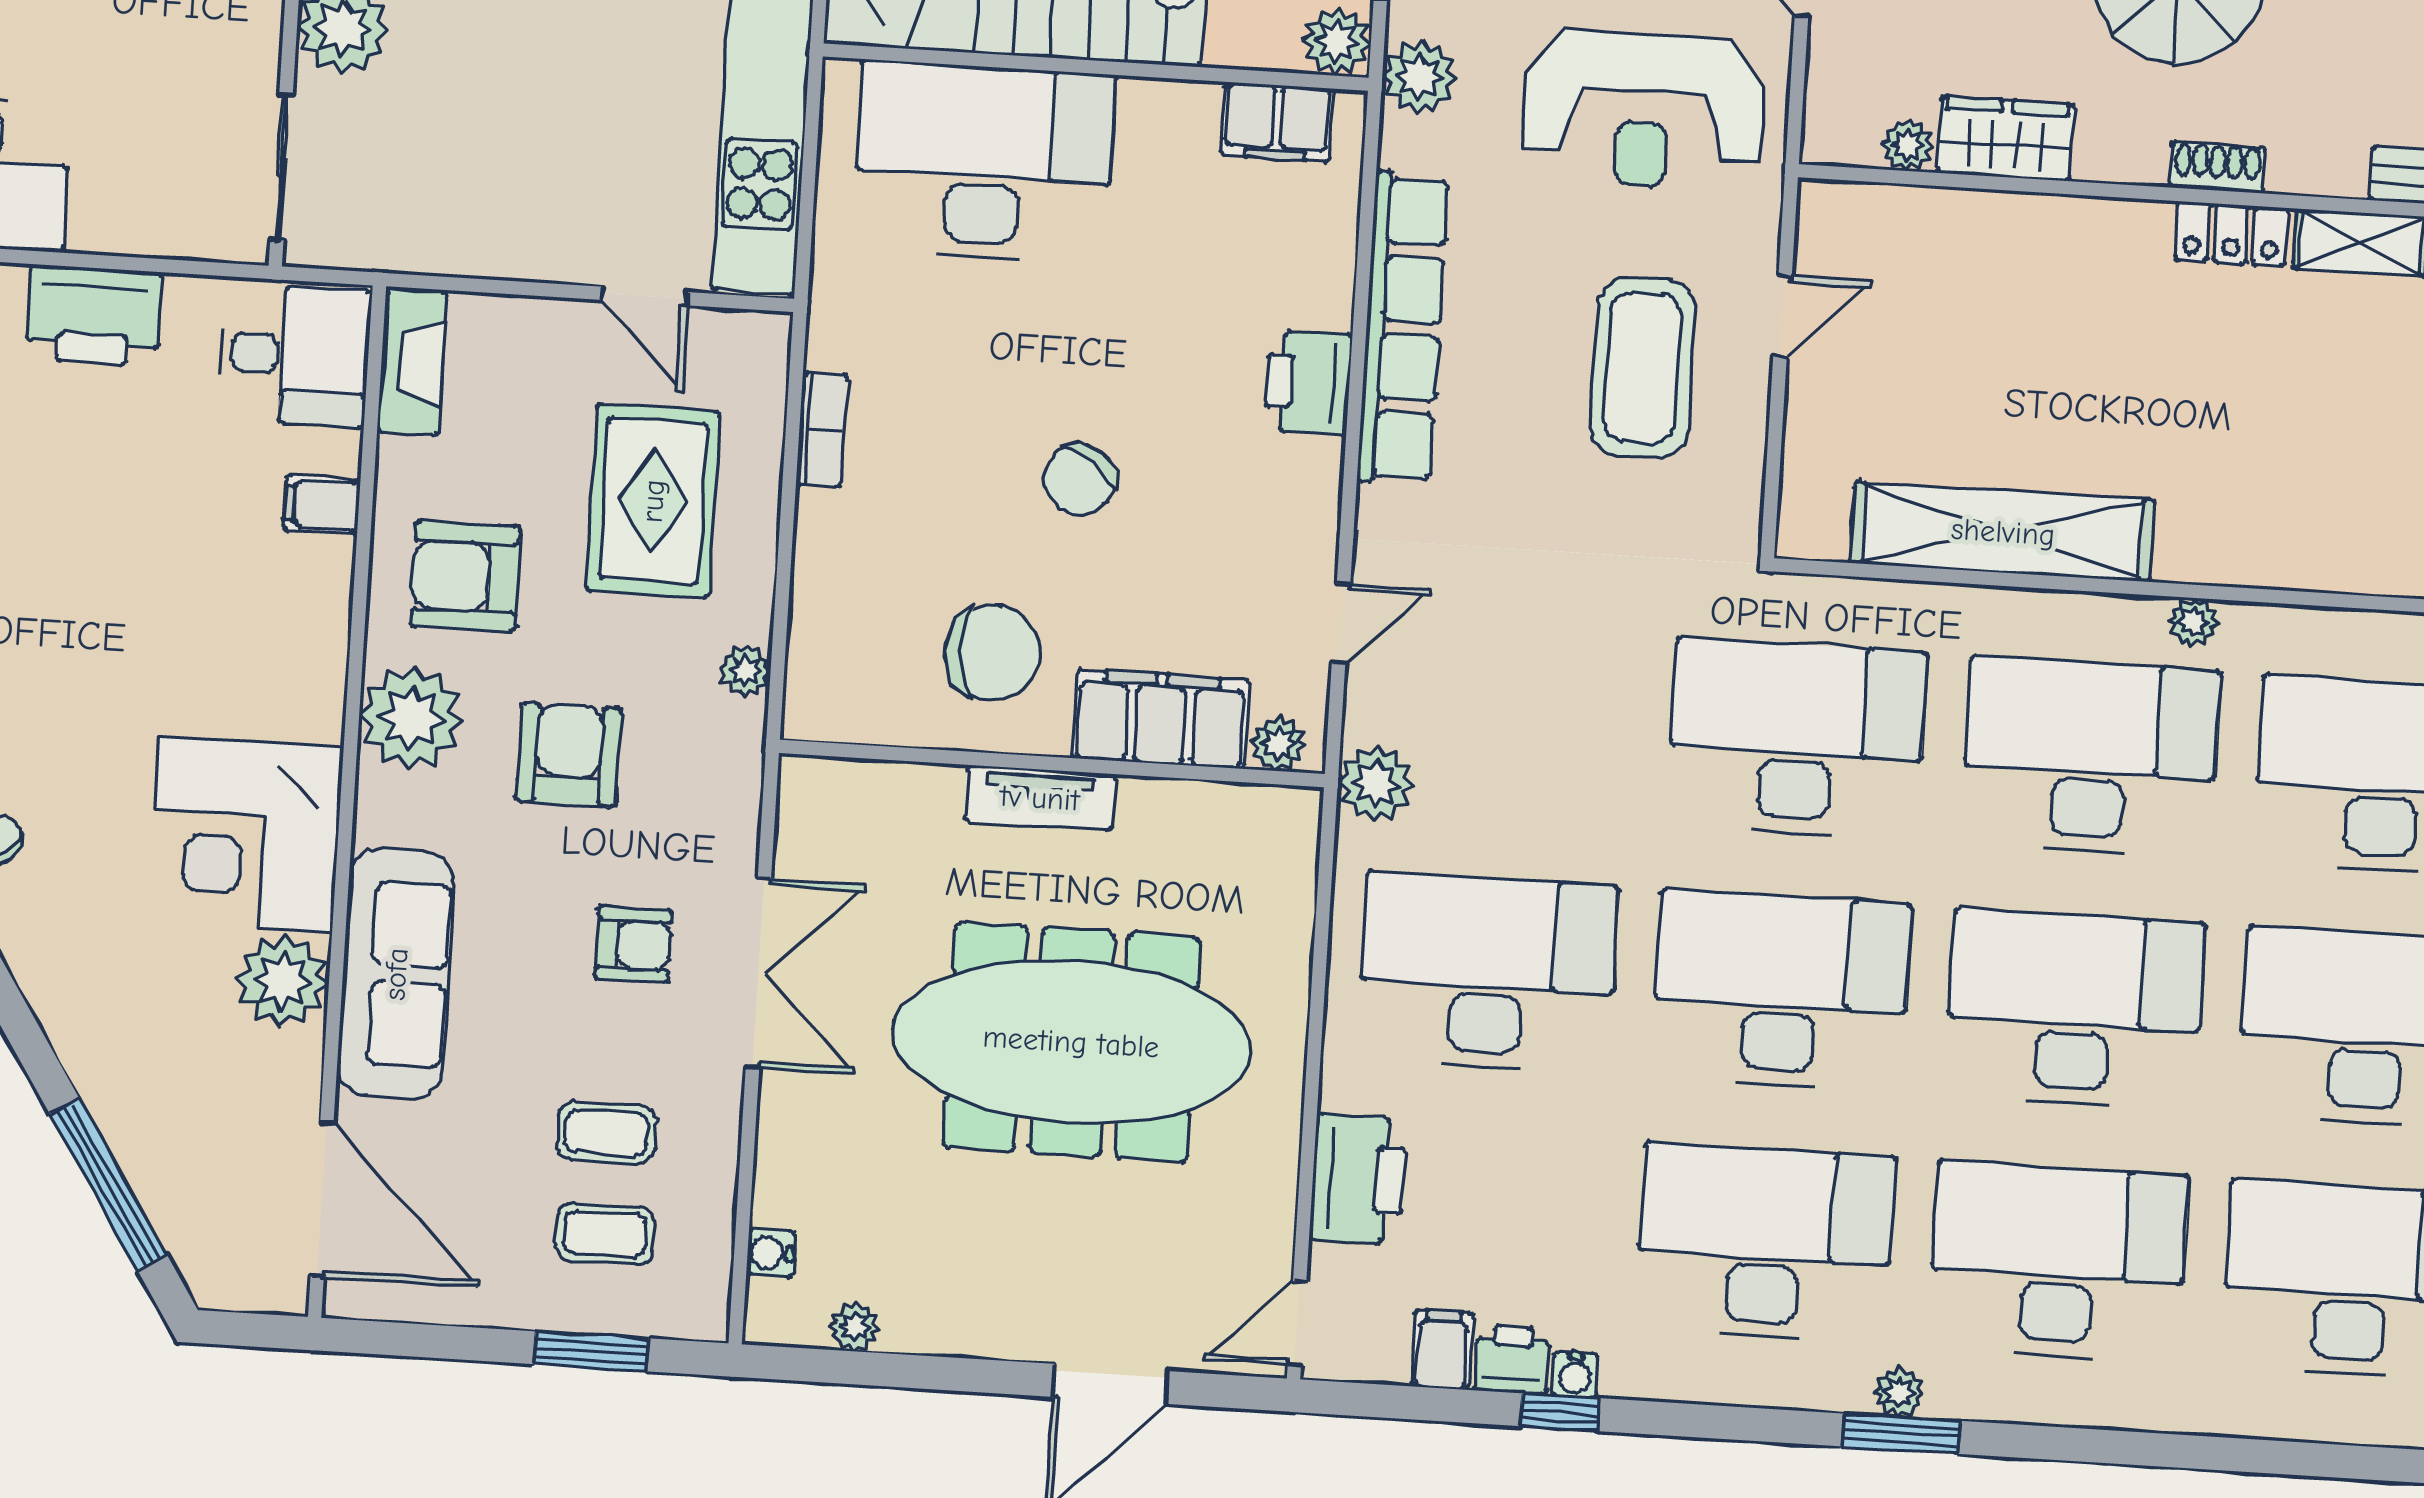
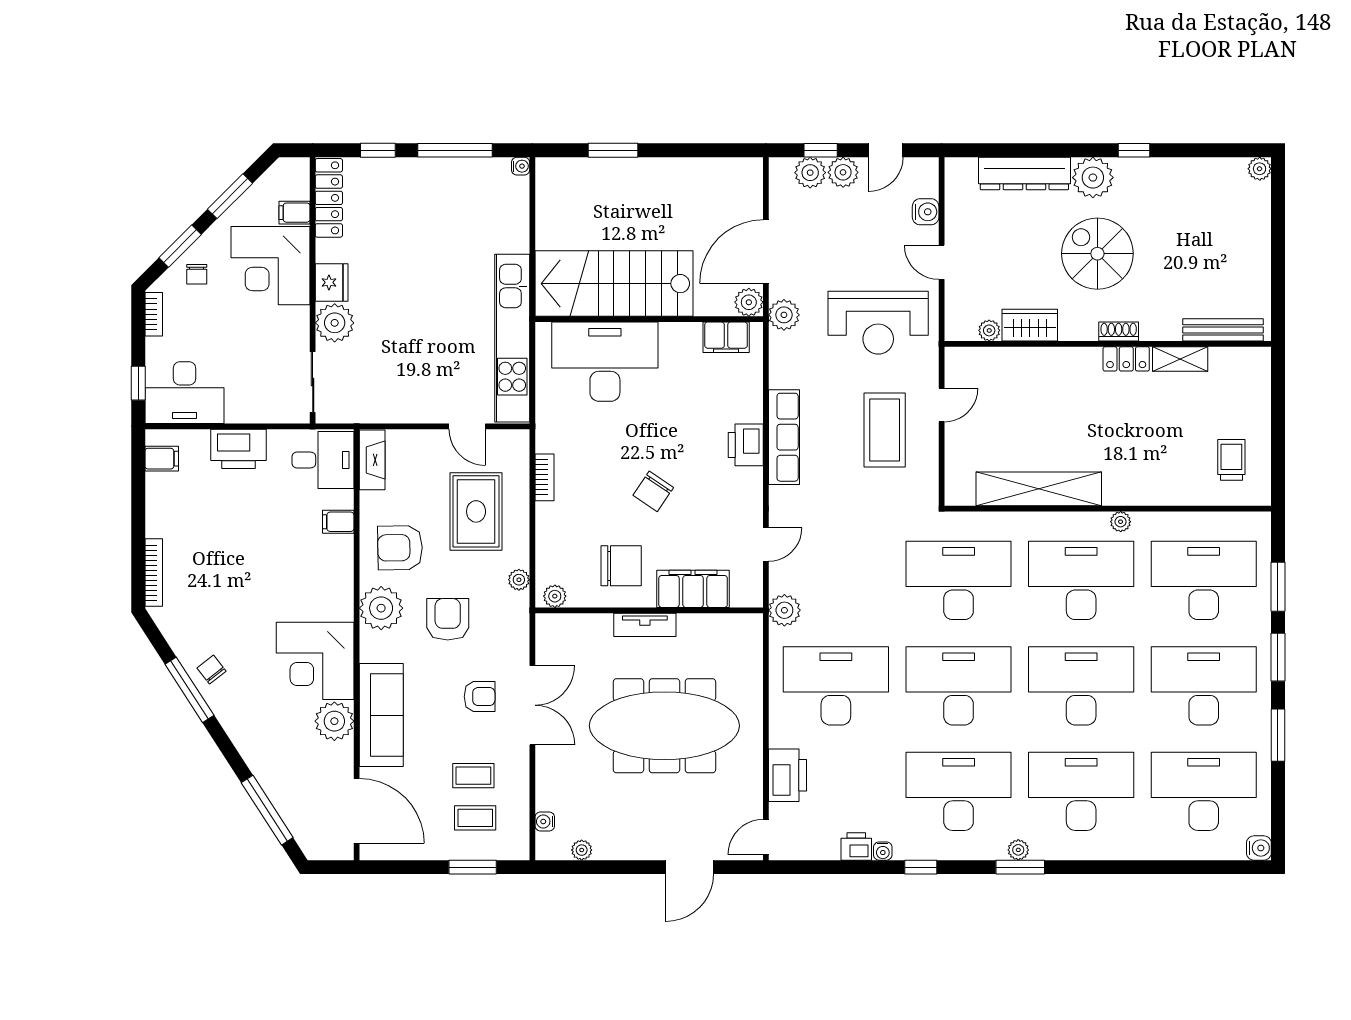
row of seats: (1403, 328) -> (784, 437), width x0.73
plant: (1278, 744) -> (555, 596), moved
filing cabinet: (1442, 1350) -> (827, 844), removed
window: (1560, 1412) -> (921, 867), moved

